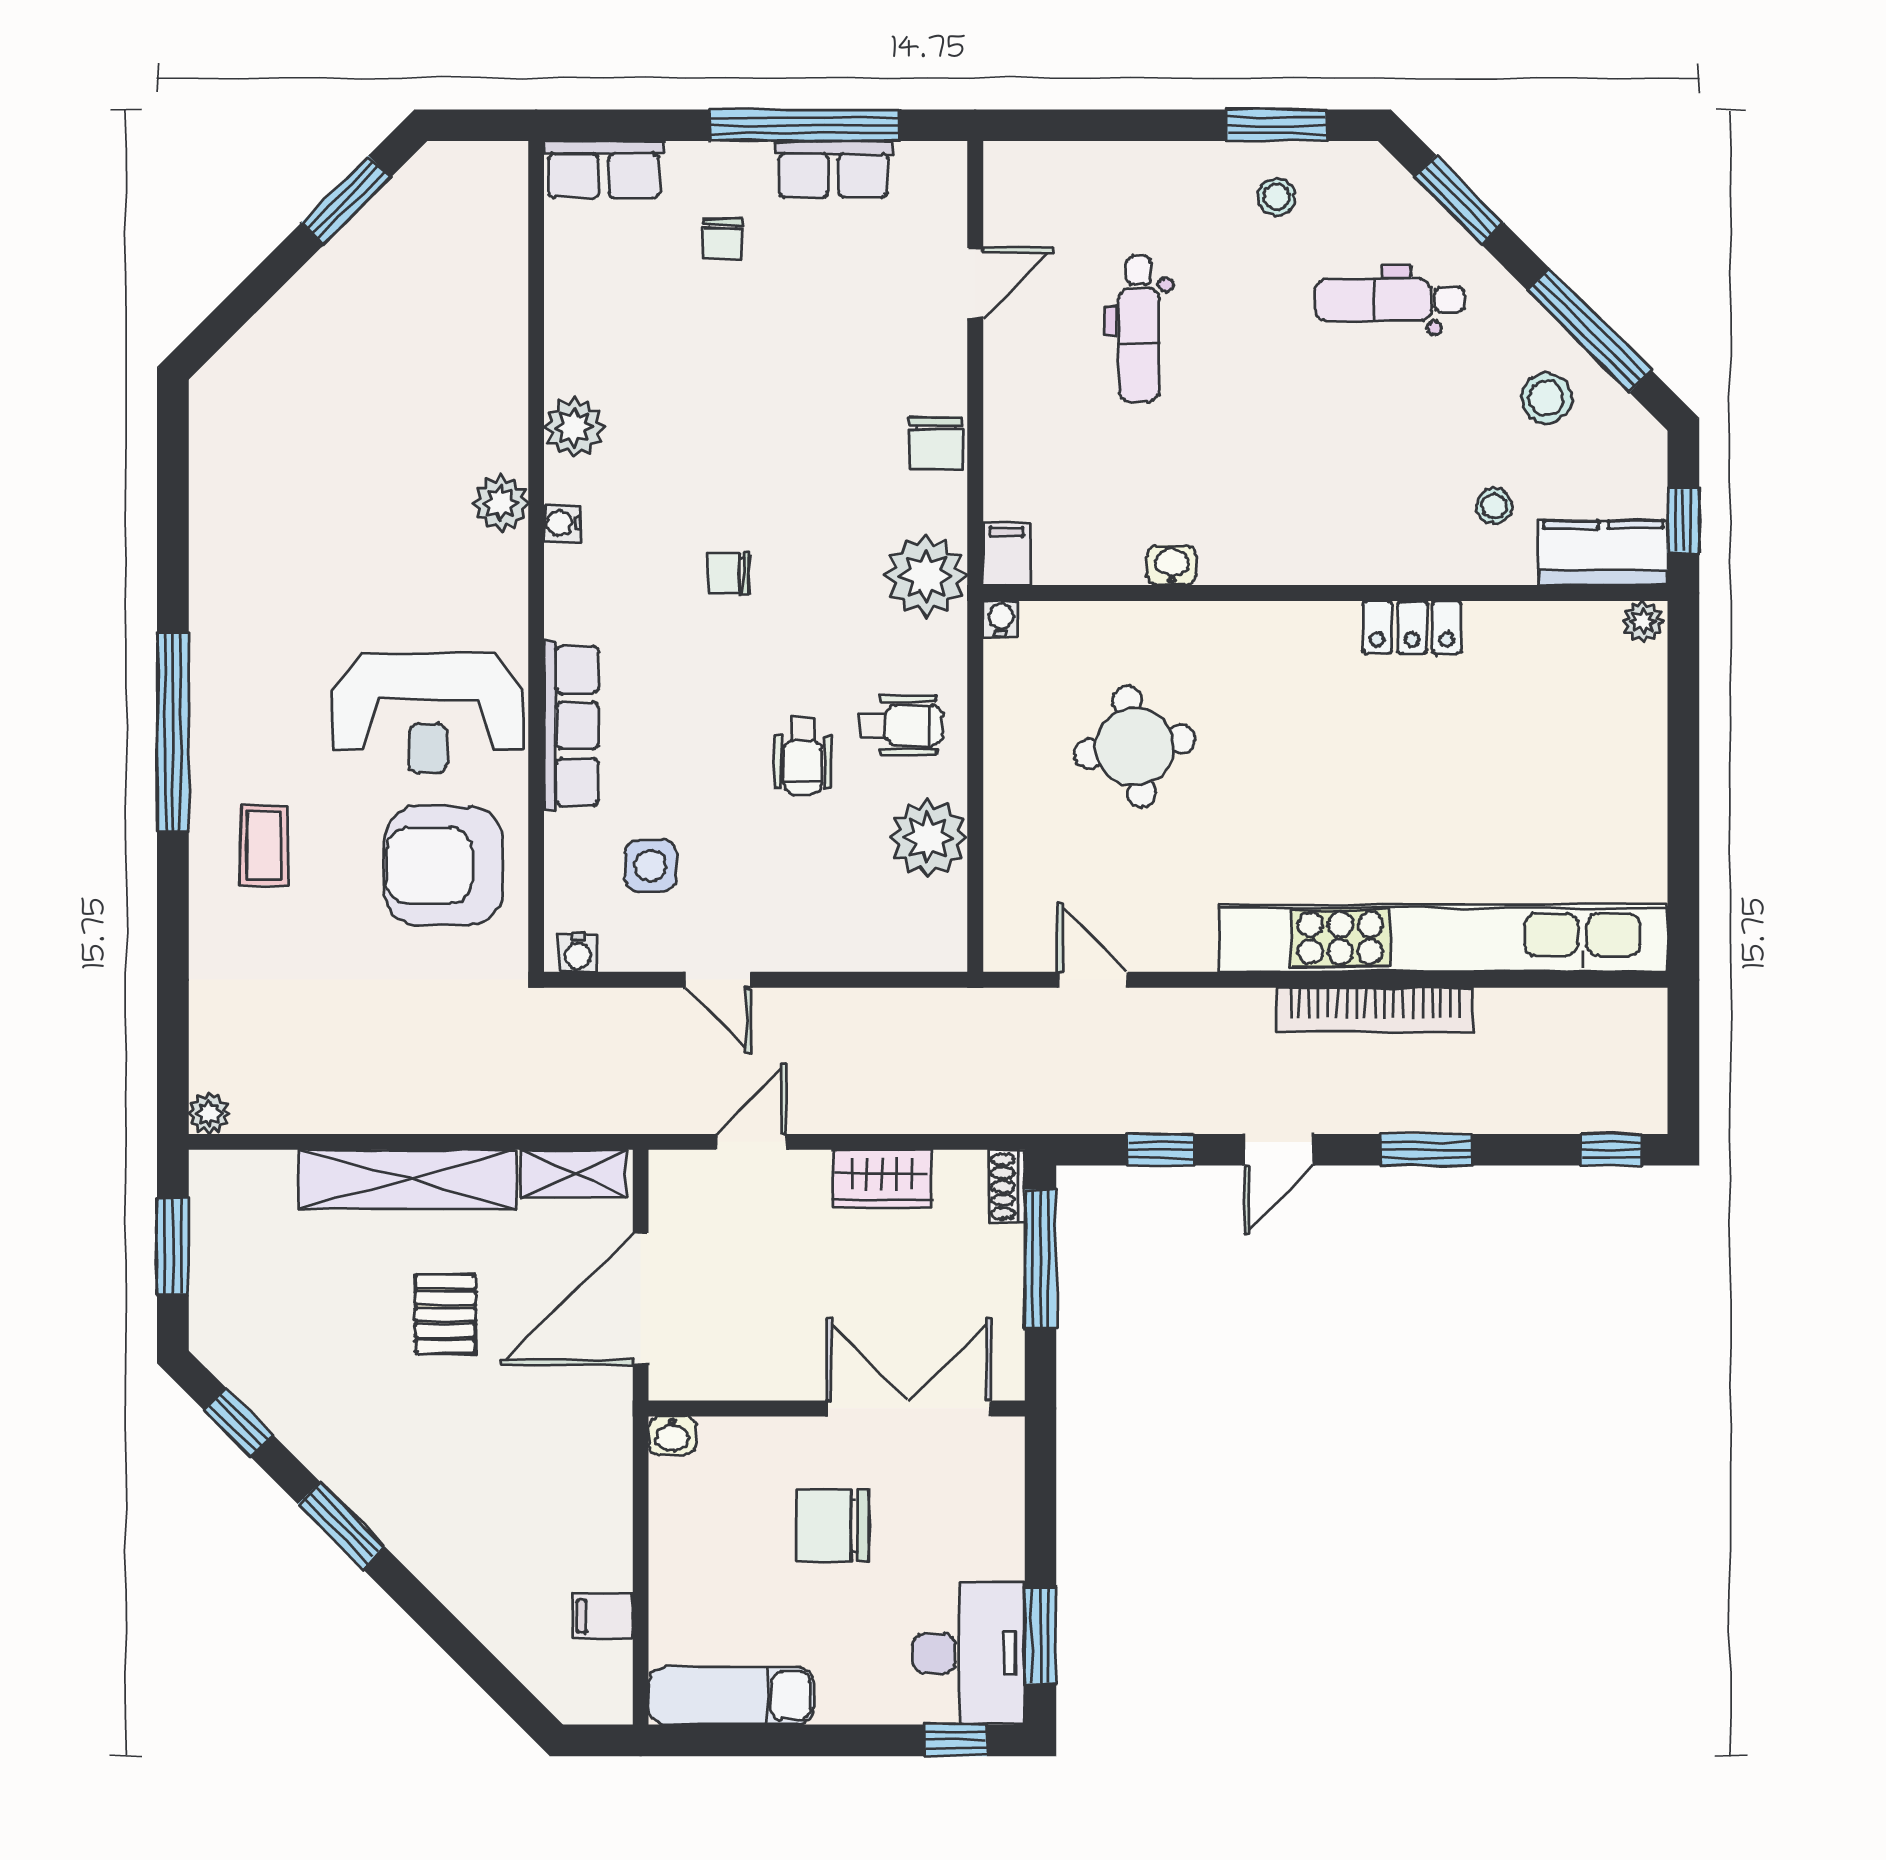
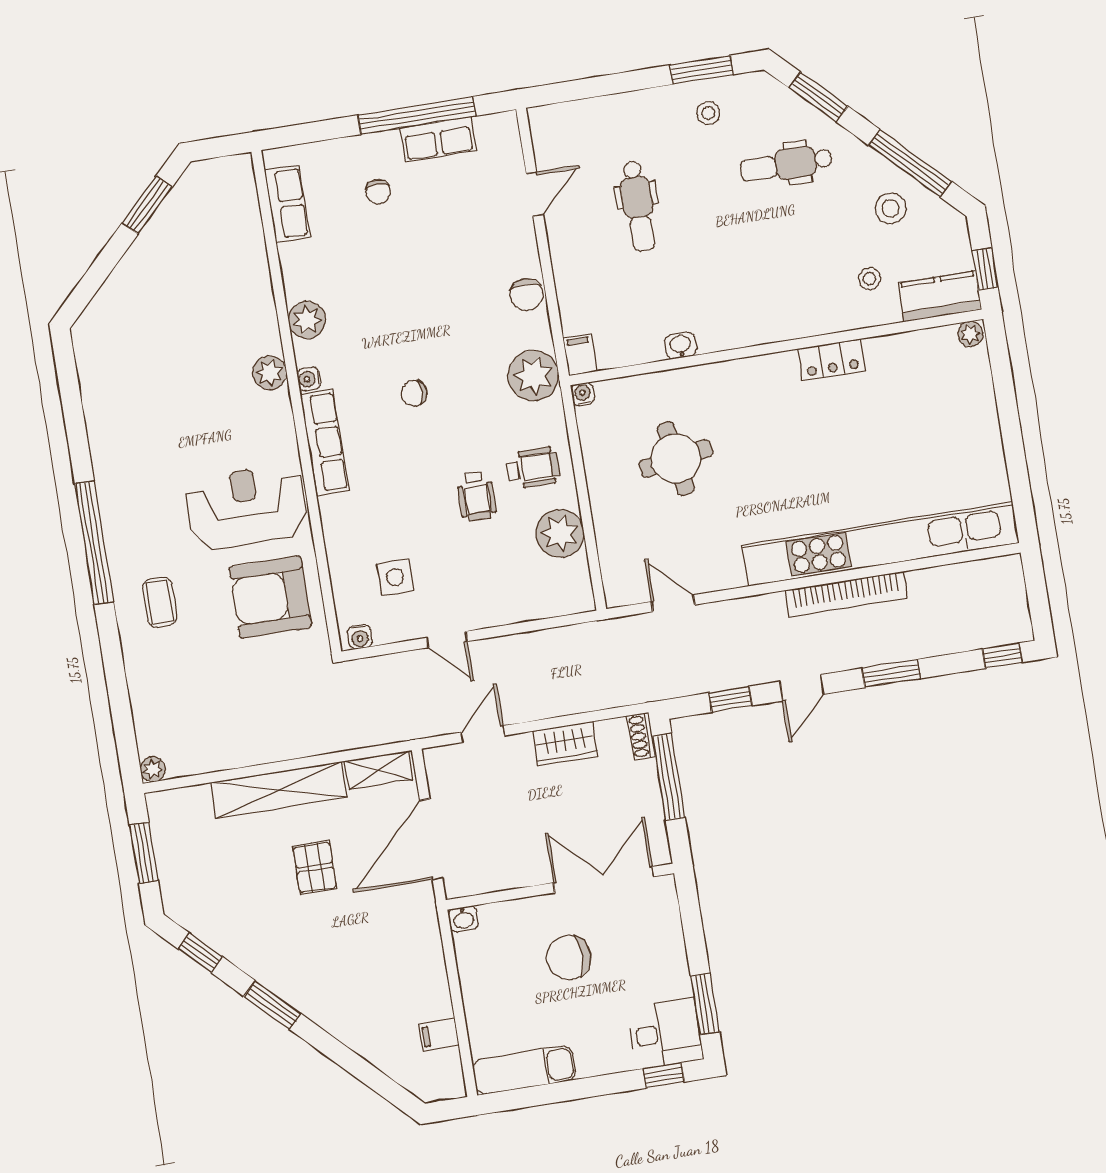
row of seats: (604, 170) -> (287, 204), moved, turned -90
reception desk: (428, 714) -> (246, 507), turned 180
row of seats: (571, 726) -> (325, 443), moved
desk: (969, 1653) -> (665, 1033), width x0.73

